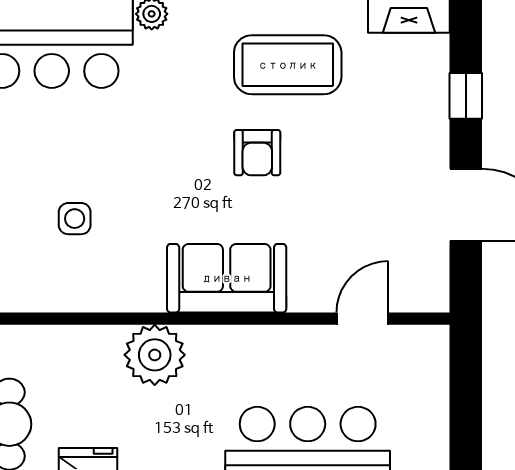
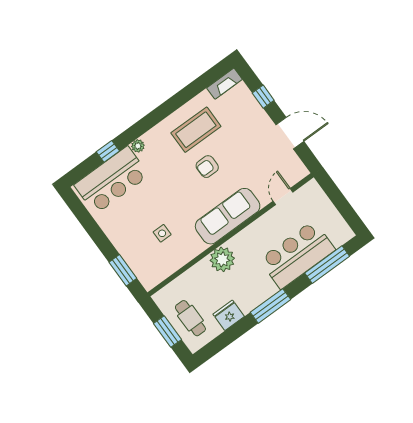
armchair: (257, 153) -> (207, 167), turned 90
sofa: (227, 278) -> (228, 216), width x1.36

